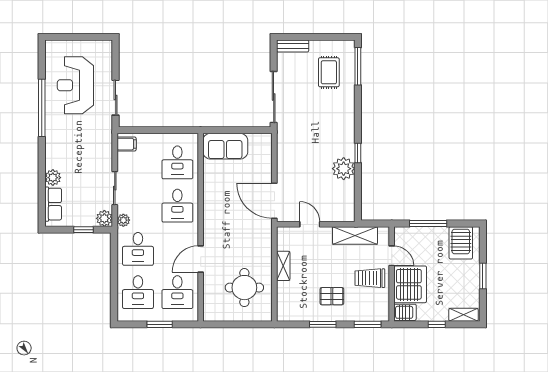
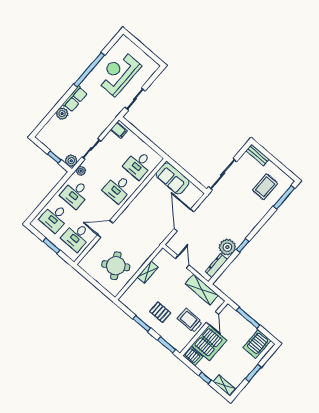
dresser: (348, 198) -> (216, 265), added
door: (274, 201) -> (184, 220), moved
row of seats: (53, 204) -> (75, 99), moved
round table: (244, 288) -> (116, 266), turned -32

